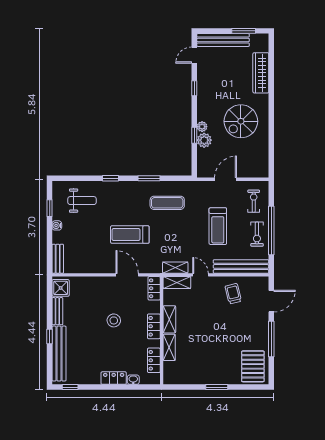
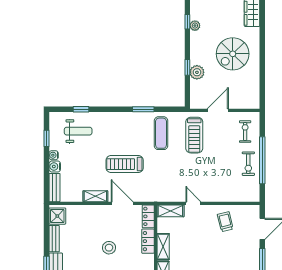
plant: (202, 127) -> (195, 26), moved
window: (111, 178) -> (81, 109), moved
exercise mat: (167, 203) -> (161, 133), turned 90
treadmill: (218, 226) -> (194, 135), moved
water cooler: (58, 237) -> (55, 166), added
bench: (241, 266) -> (233, 195), removed
shelving: (175, 268) -> (95, 196), moved
locker: (154, 326) -> (148, 241), moved

